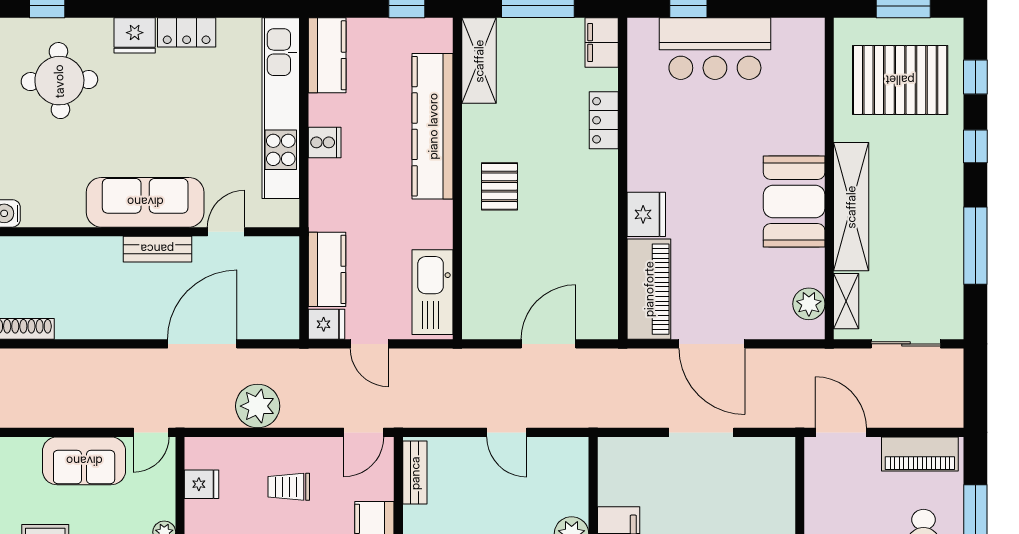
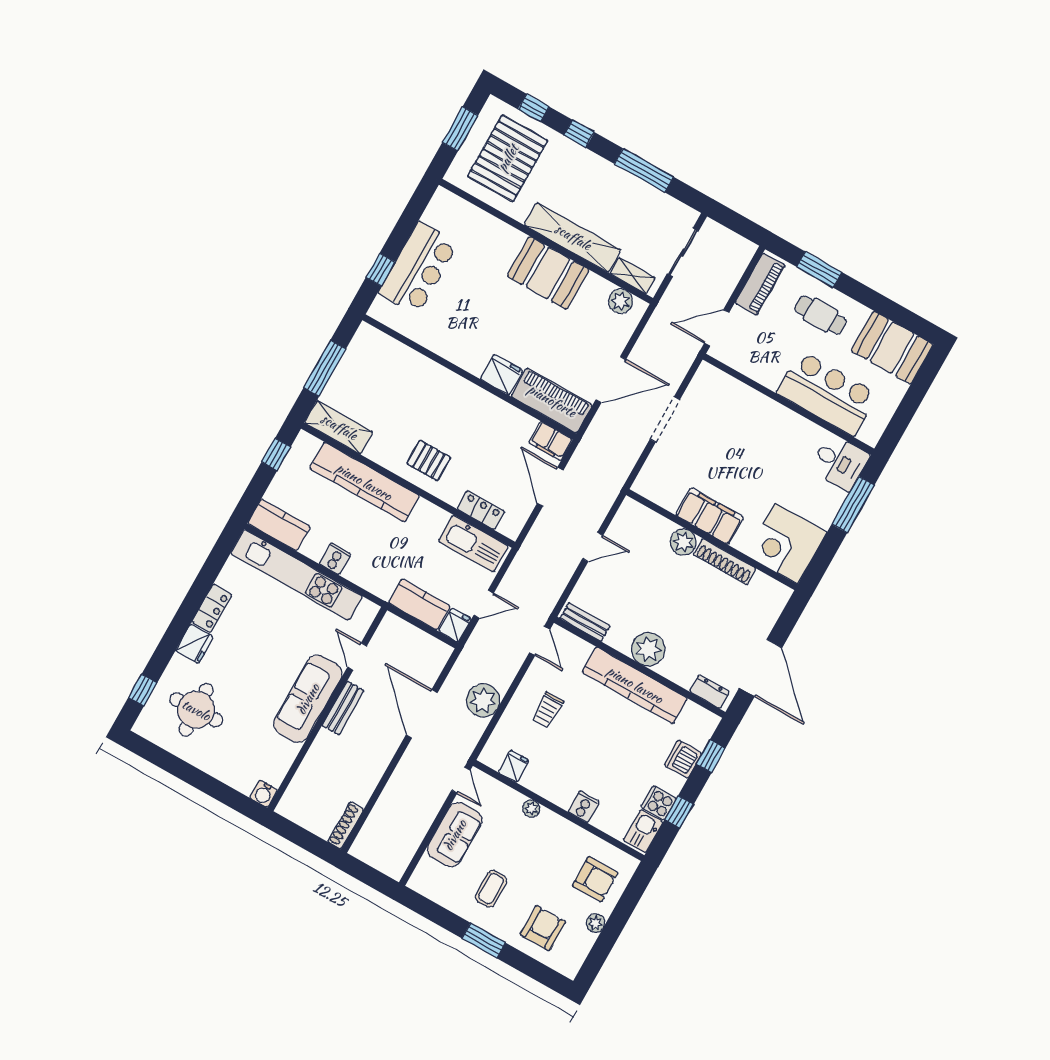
filing cabinet: (602, 42) -> (551, 441), moved
locker: (604, 120) -> (481, 510), moved, turned 180

